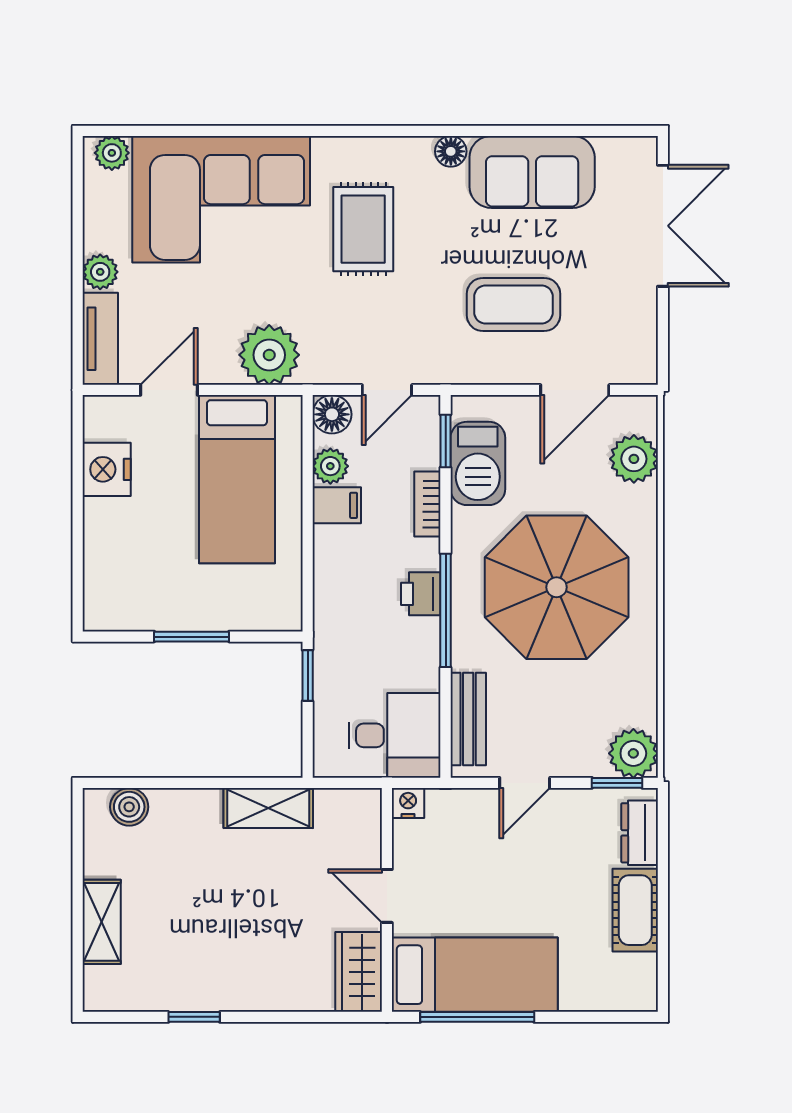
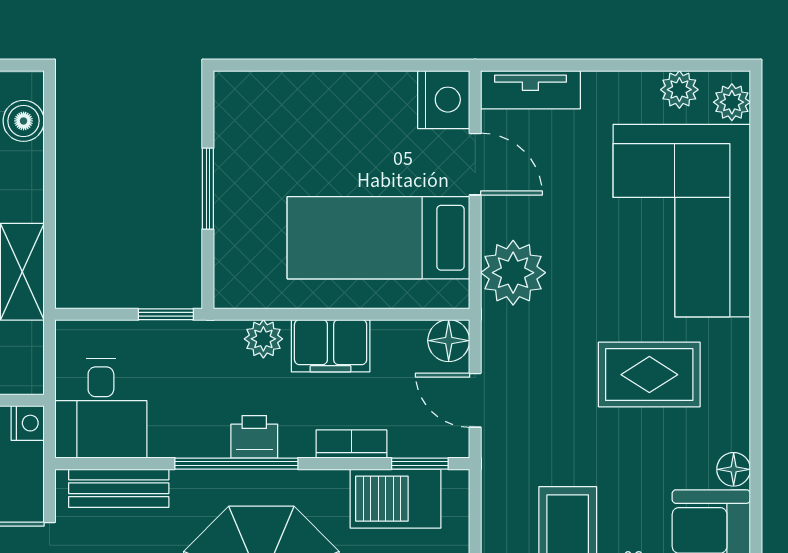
plant: (100, 272) -> (679, 90), moved
plant: (330, 466) -> (263, 339), moved
nightstand: (107, 469) -> (444, 100), moved, turned 90
filing cabinet: (337, 505) -> (331, 346), width x2.00

